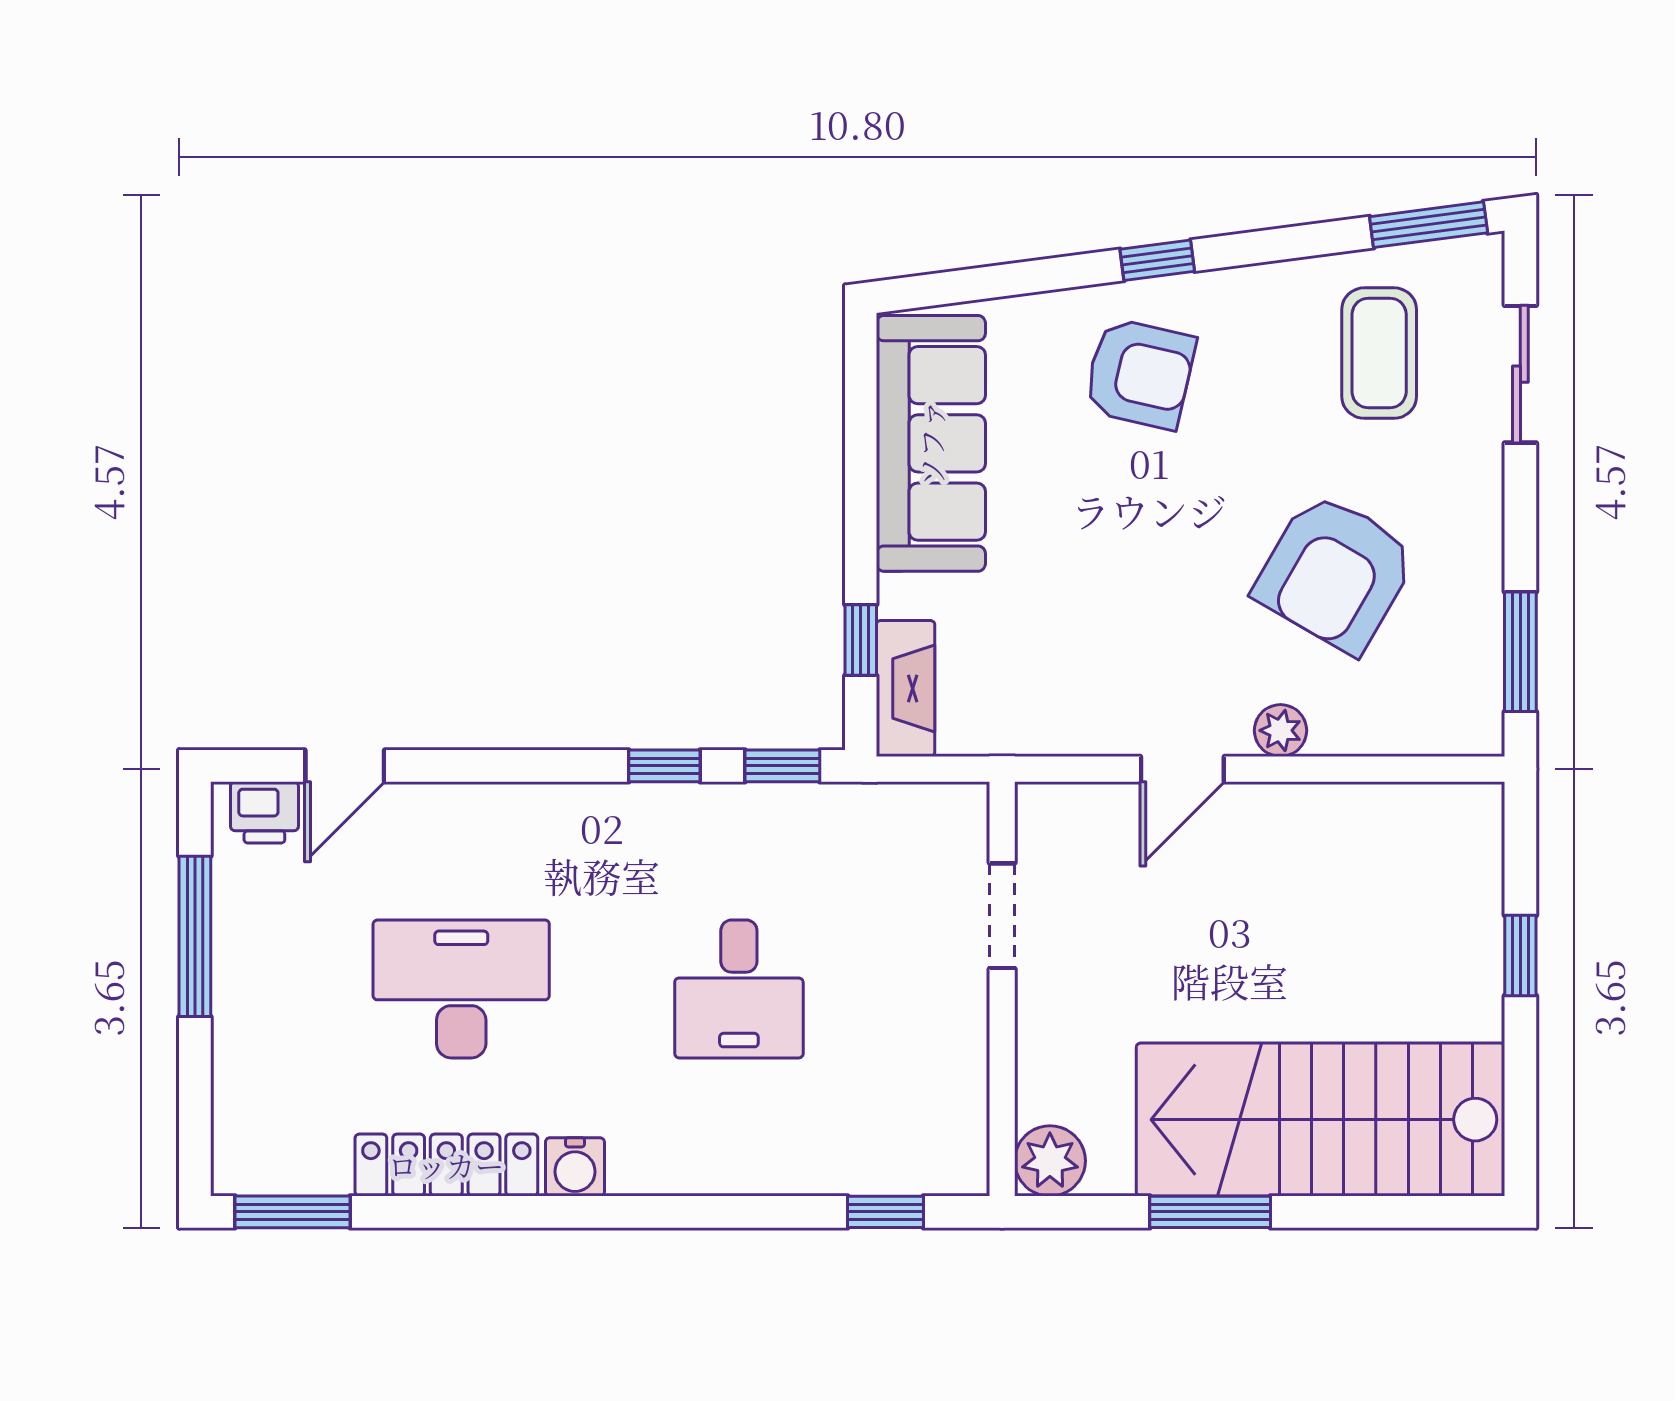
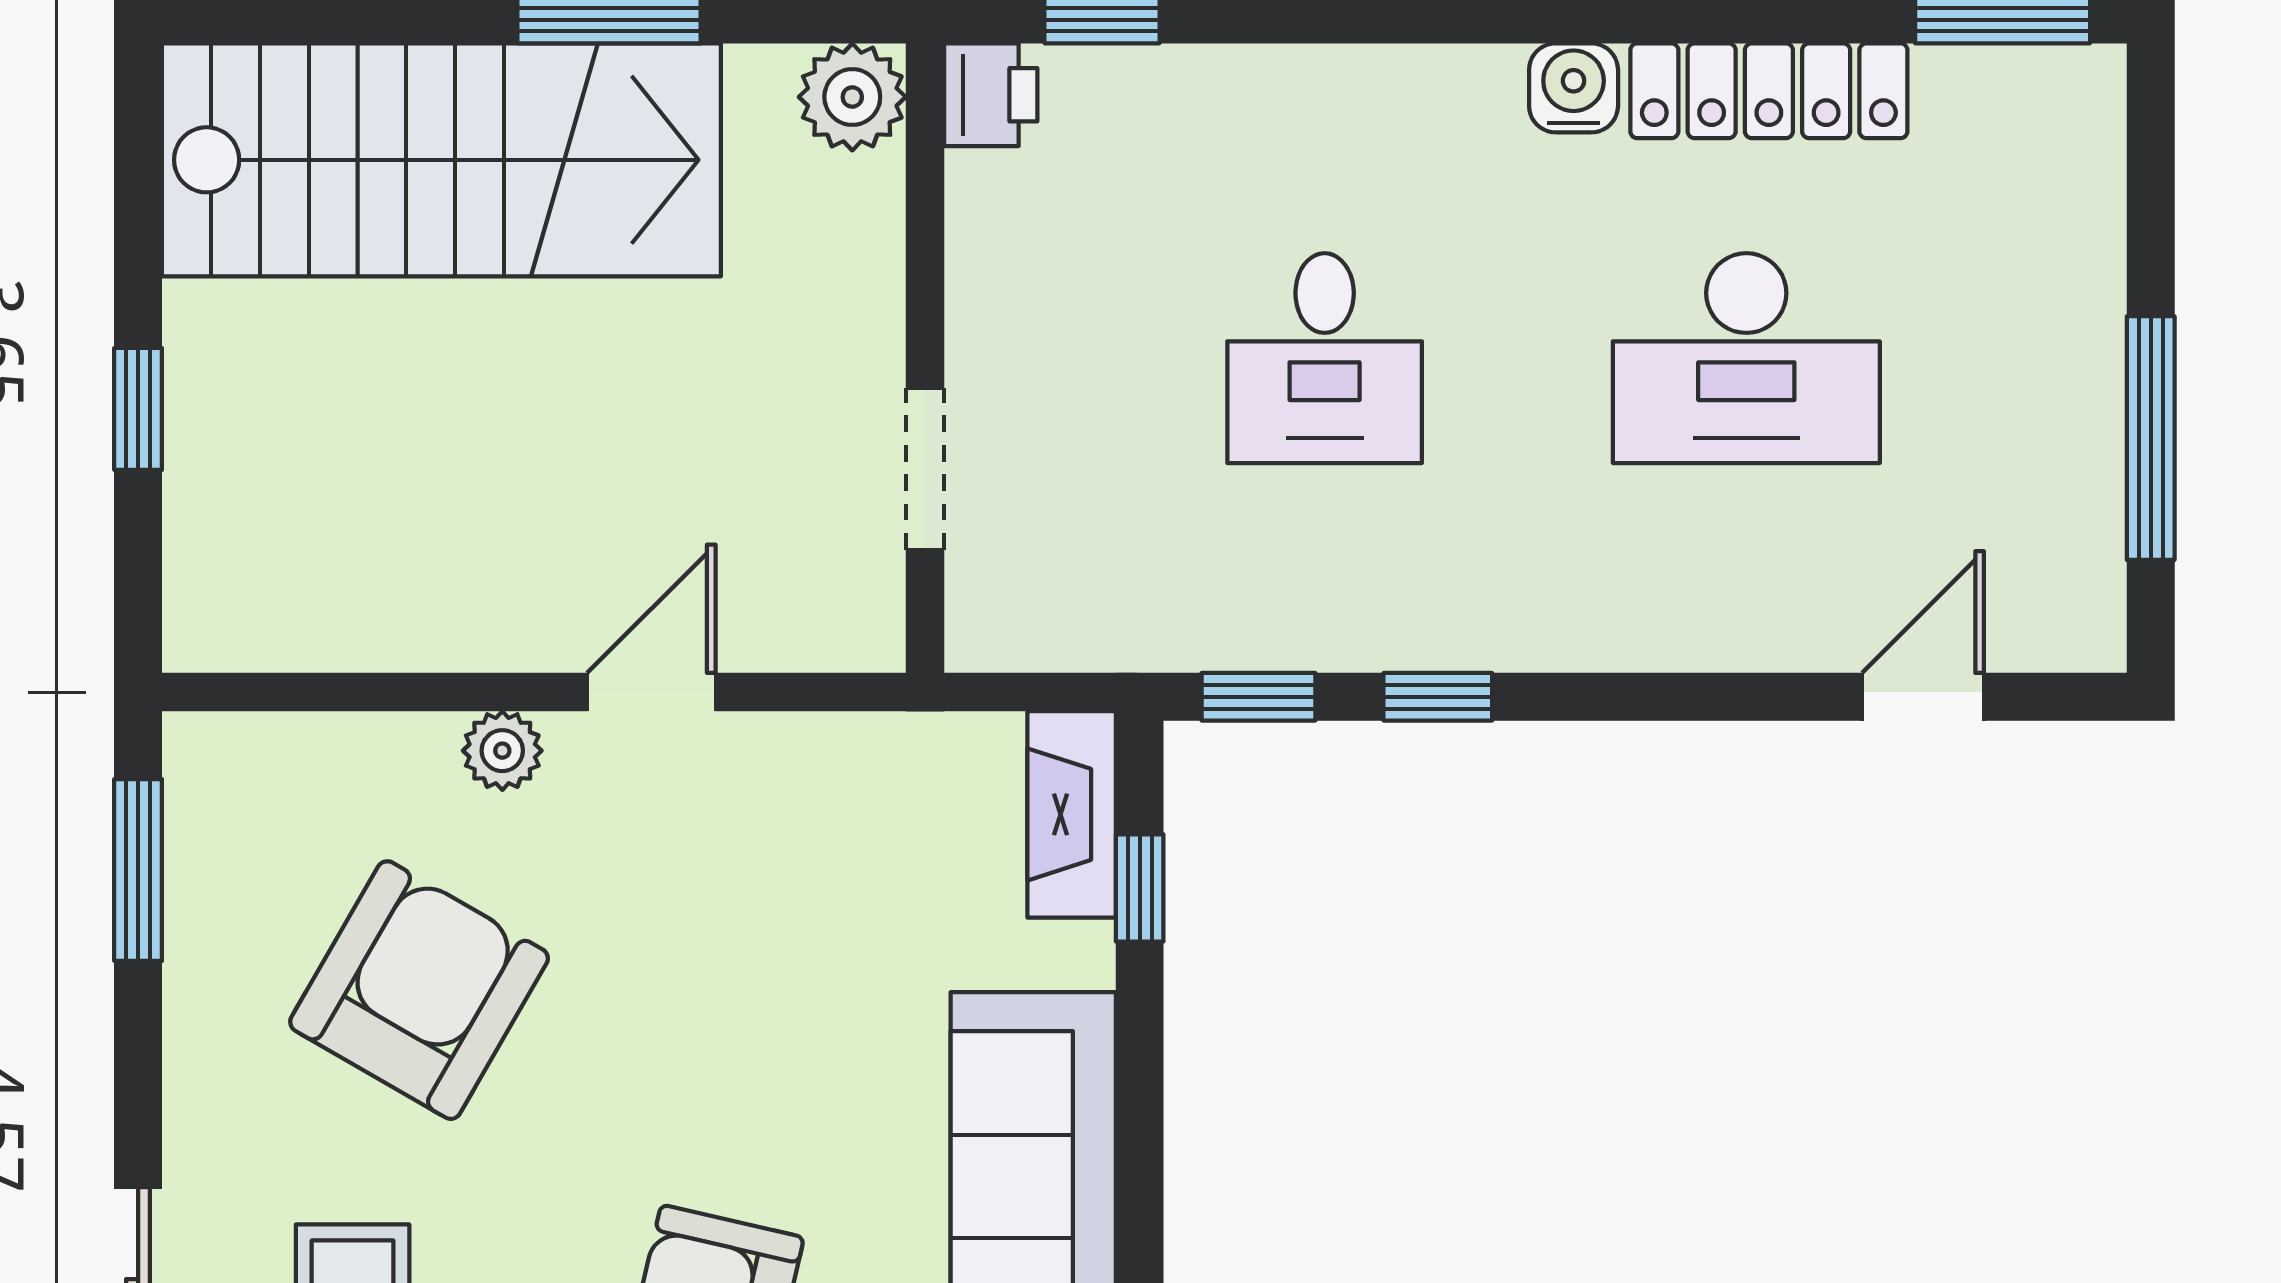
printer: (264, 812) -> (991, 95), moved, turned 90
desk: (739, 989) -> (1325, 358), turned 180

